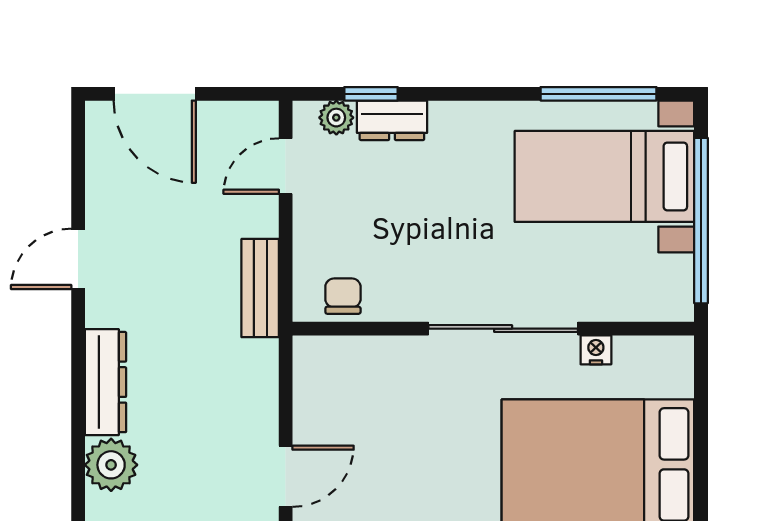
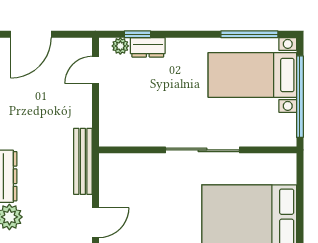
door: (155, 94) -> (31, 34), hinge flipped
bench: (260, 288) -> (83, 161), moved, width x1.36
chair: (343, 296) -> (124, 134), removed
nightstand: (596, 350) -> (248, 160), removed

